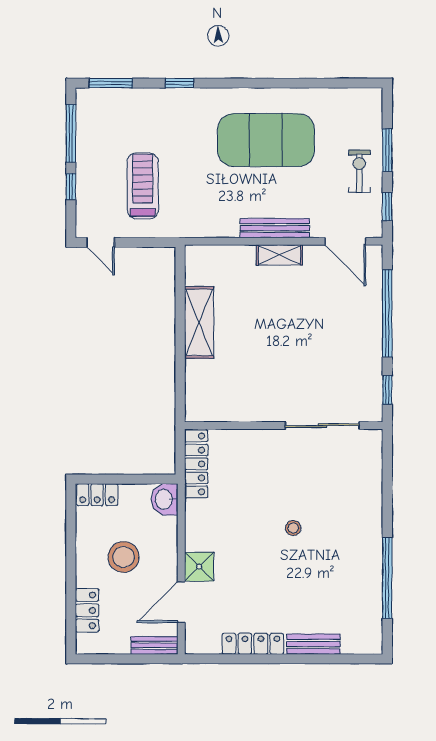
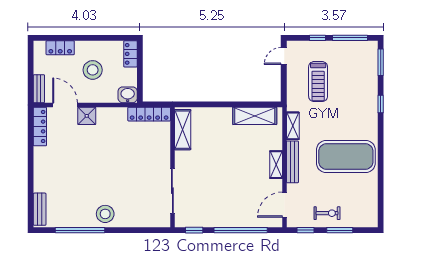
exercise mat: (266, 140) -> (346, 156), turned 90
treadmill: (143, 186) -> (318, 82), turned 90
shelving: (215, 228) -> (293, 126), added
shelving: (199, 322) -> (255, 116), moved
shelving: (222, 409) -> (183, 130), added
stool: (293, 528) -> (105, 214), moved, width x1.89, depth x1.89
locker: (253, 644) -> (40, 126), moved
bench: (313, 644) -> (40, 209), moved

